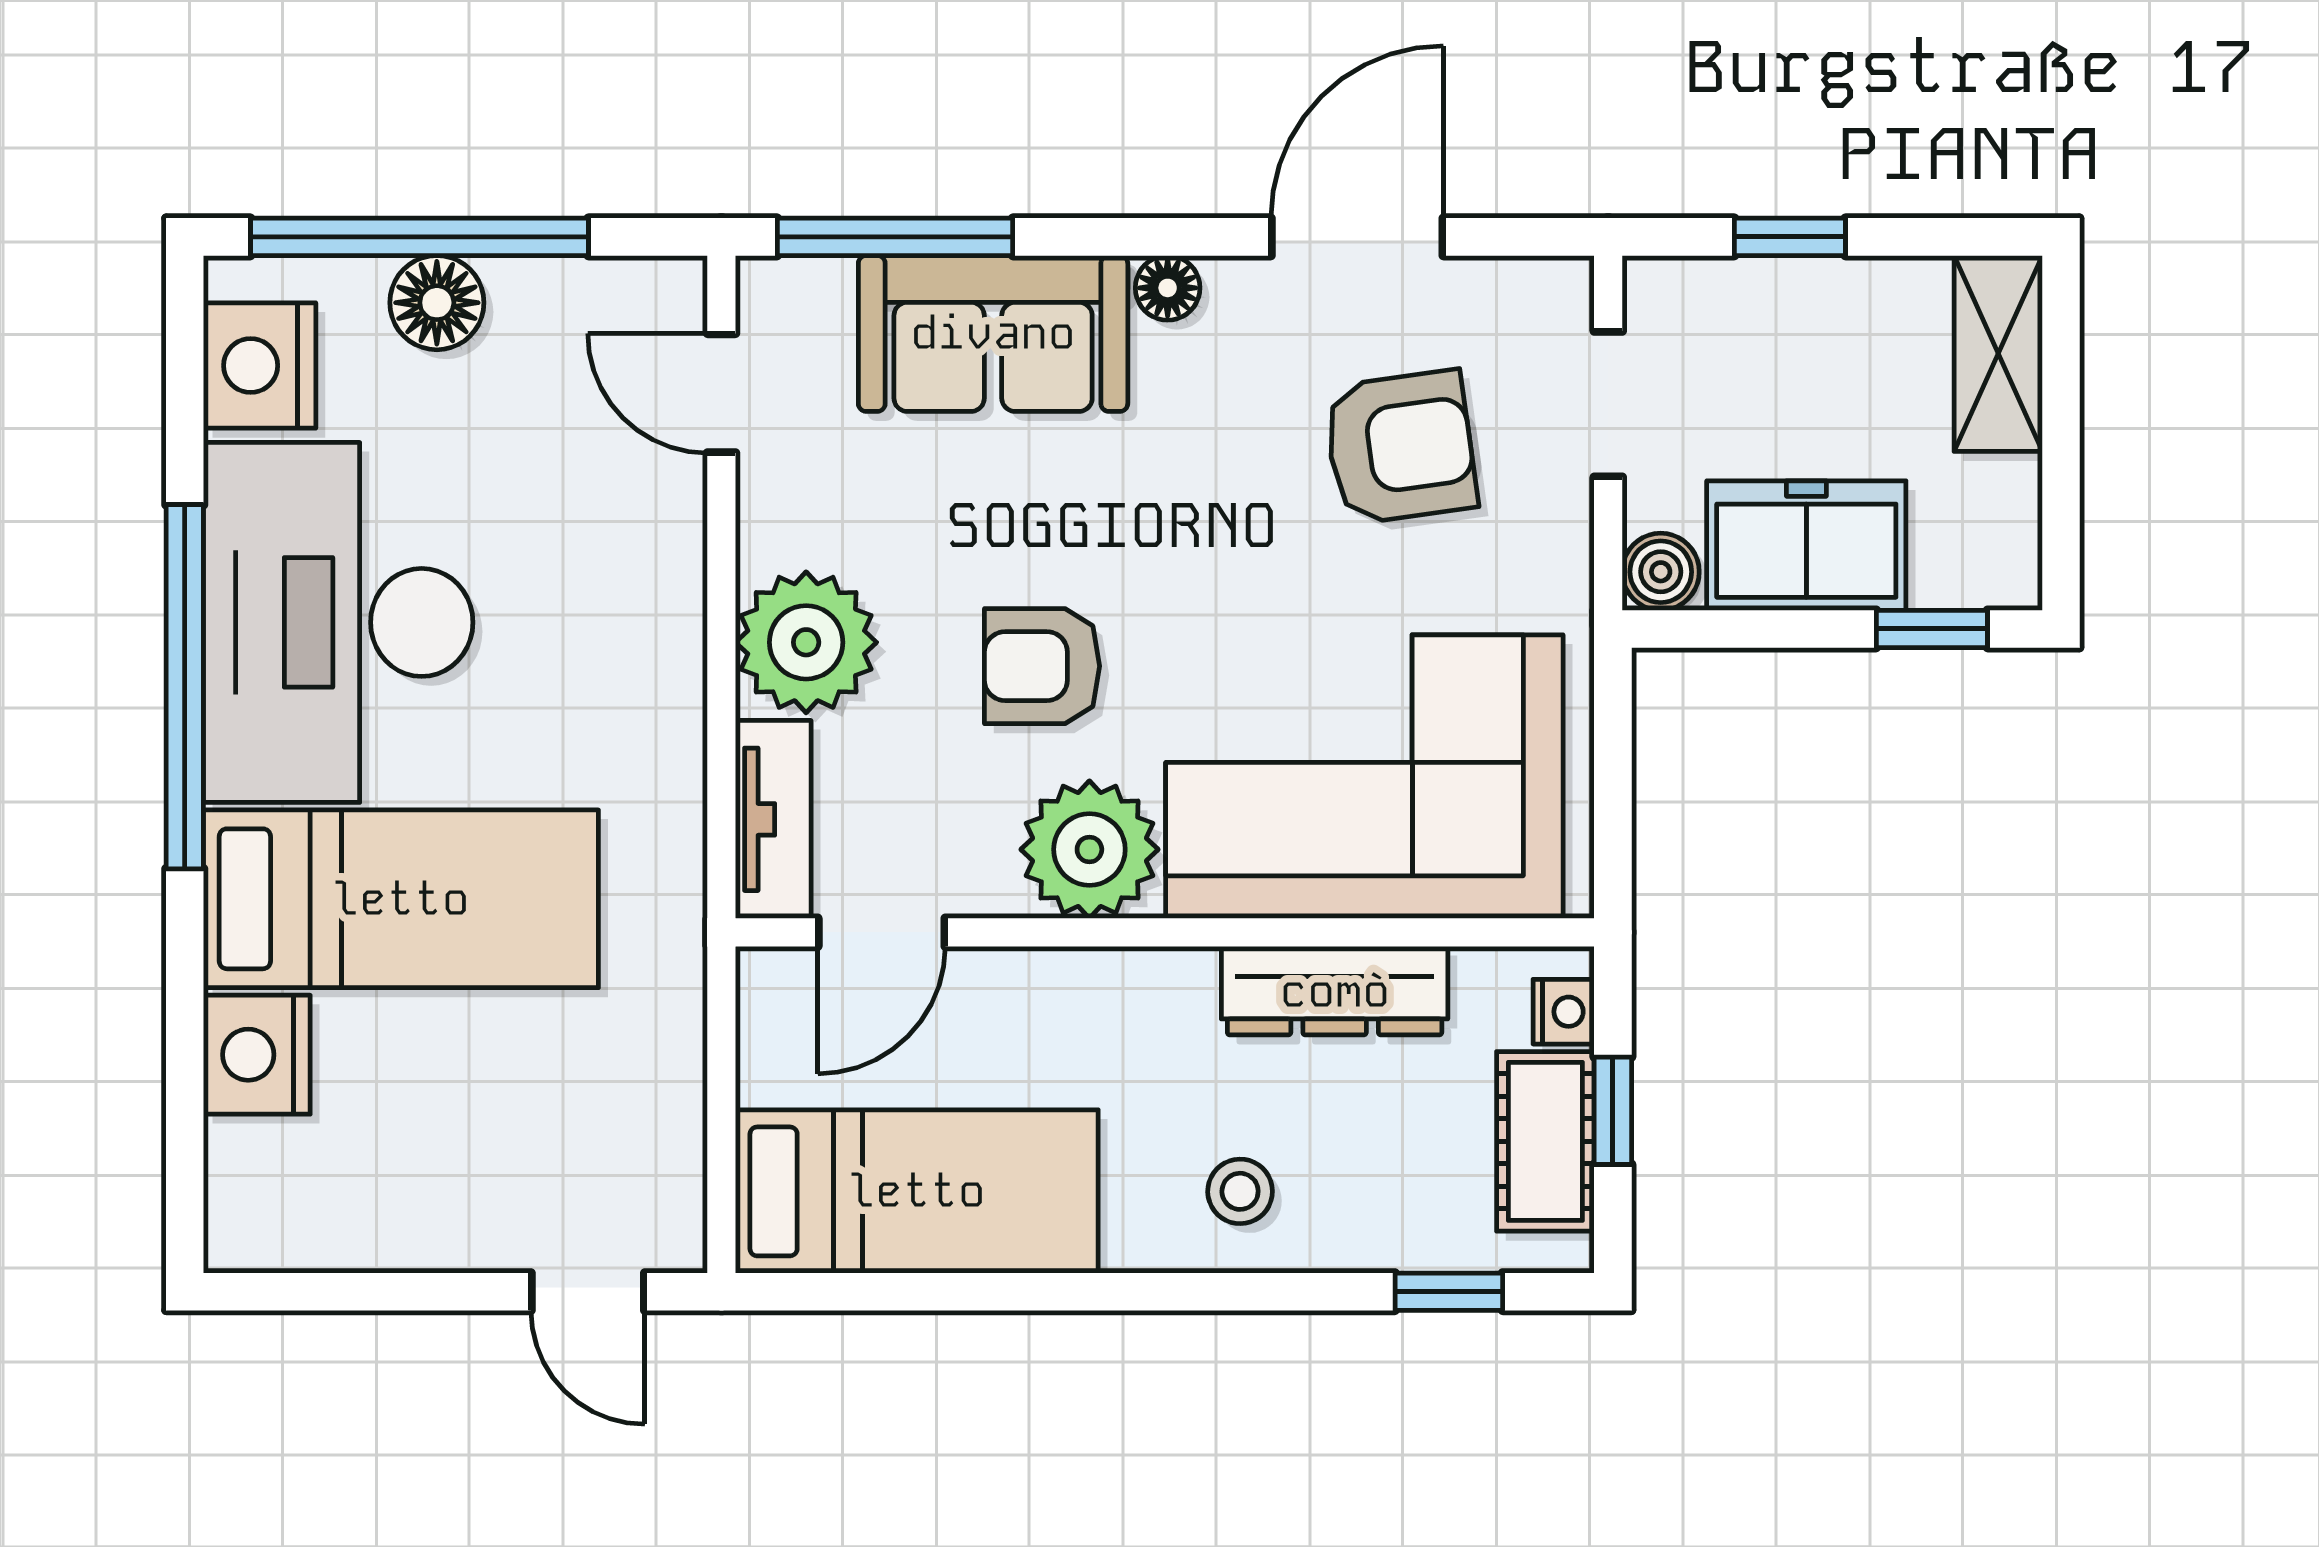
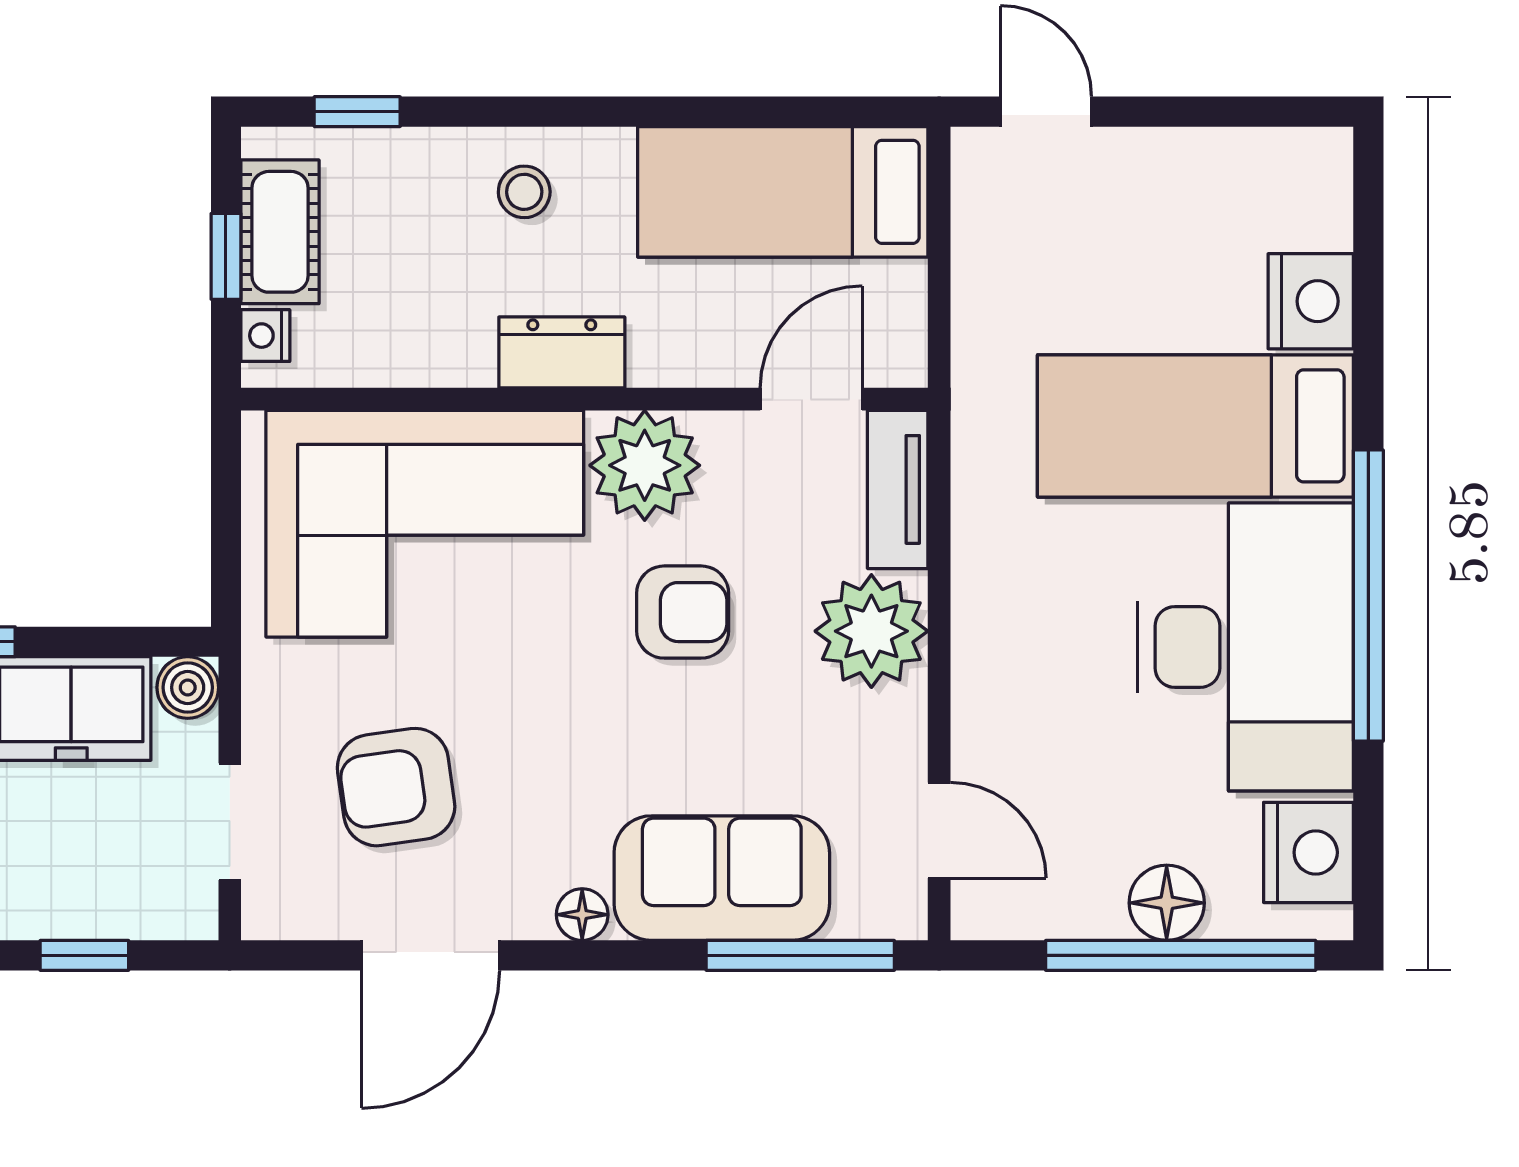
dresser: (1335, 991) -> (562, 352), moved, width x0.70

